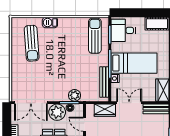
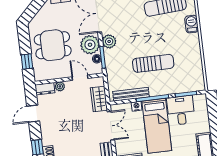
desk: (123, 30) -> (181, 110), moved
sun lounger: (95, 36) -> (153, 63), moved
plant: (75, 95) -> (109, 41), moved
door: (84, 124) -> (80, 78), hinge flipped

